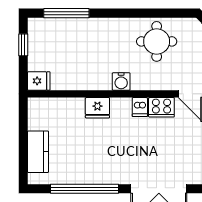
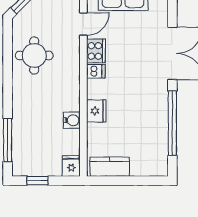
water cooler: (121, 81) -> (72, 120), moved
kitchen counter: (38, 152) -> (110, 167), moved

